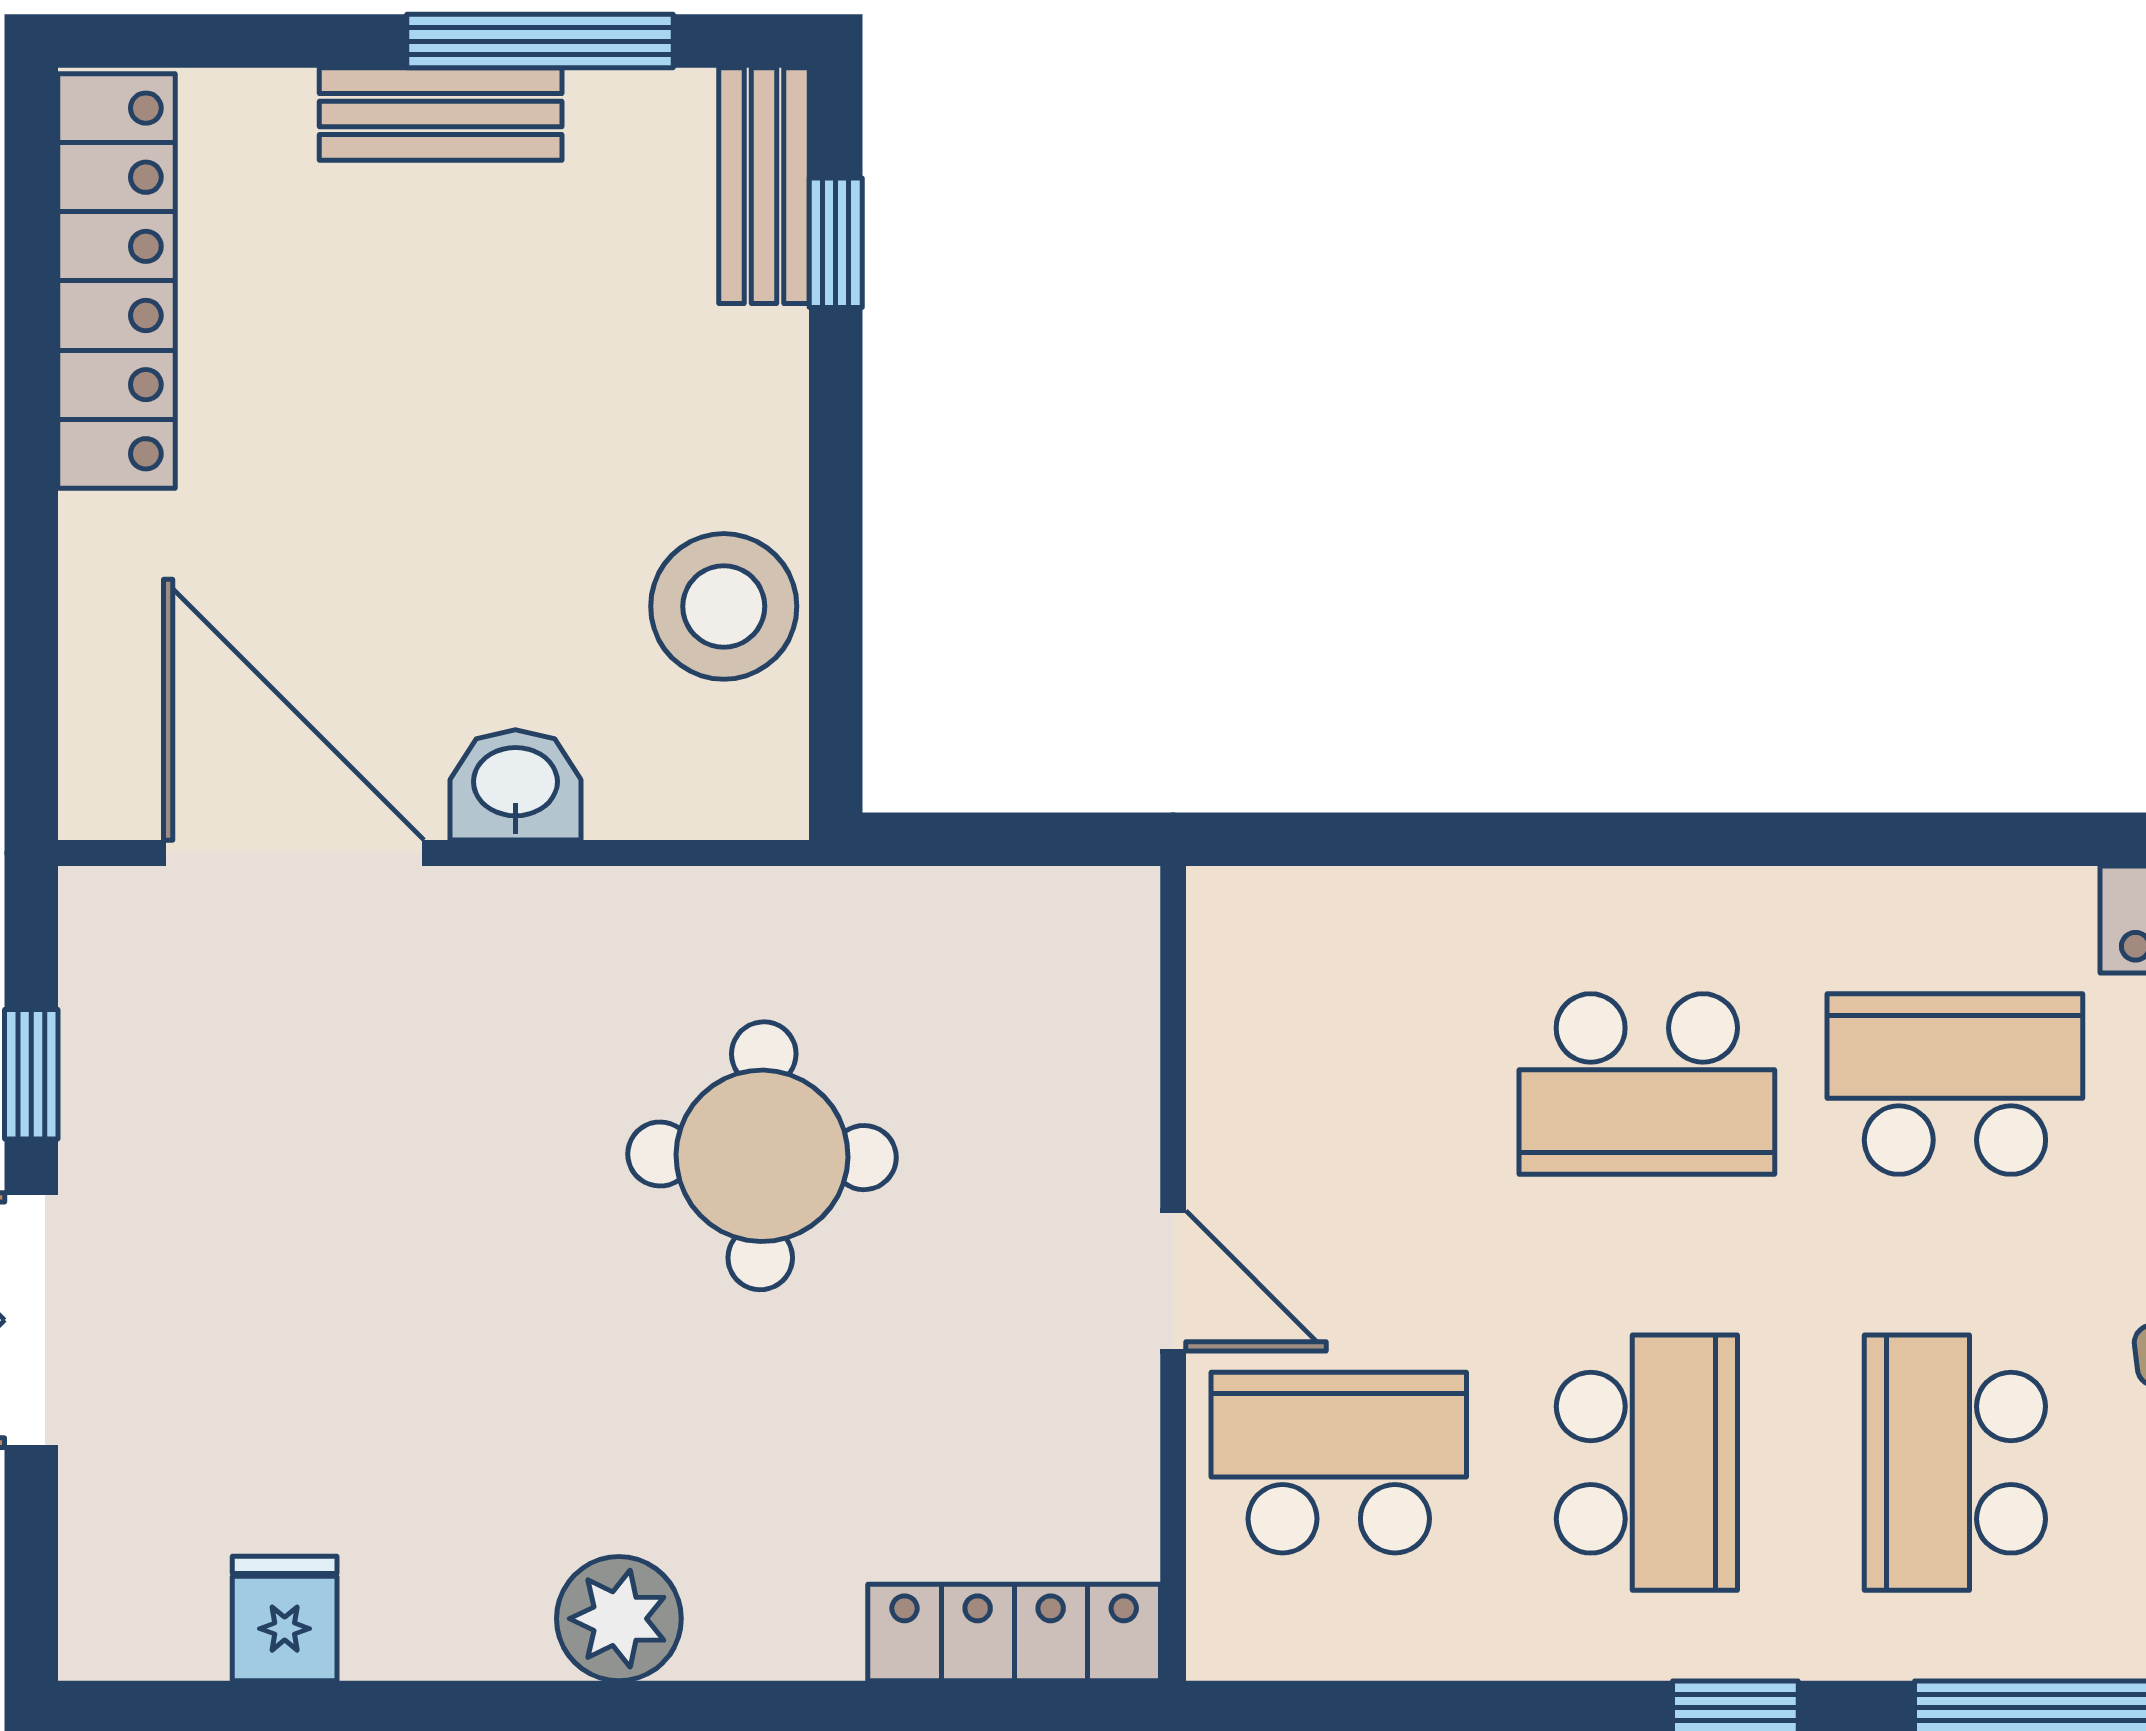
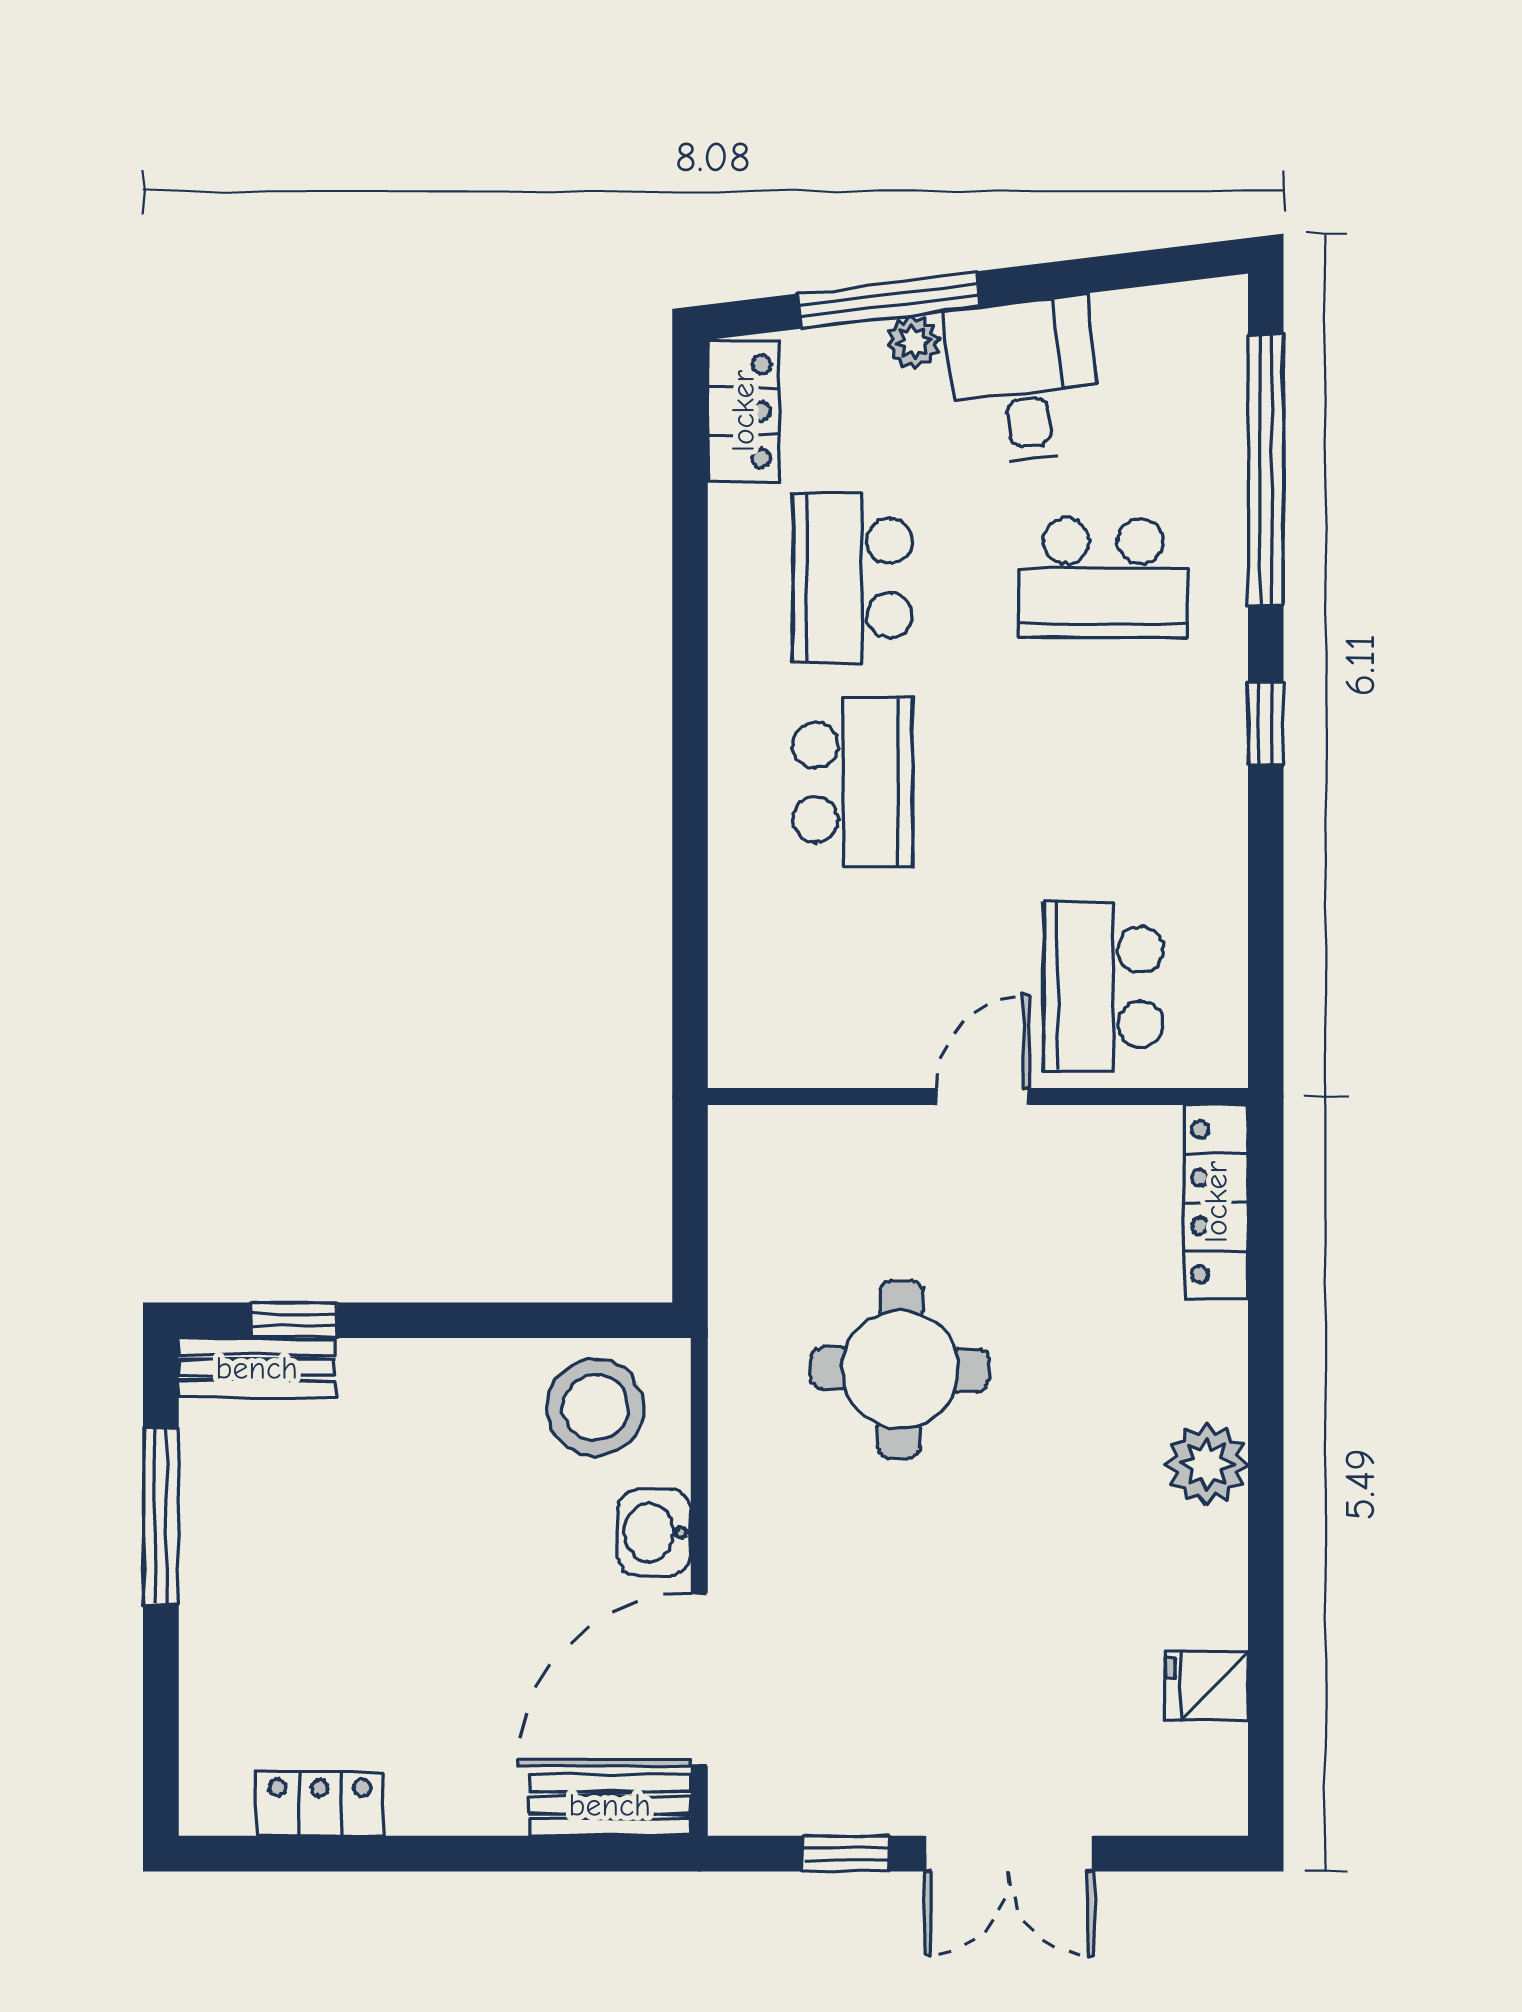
bench: (441, 114) -> (610, 1805), moved, turned 90
locker: (116, 281) -> (320, 1804), width x0.46, depth x0.83
stool: (724, 606) -> (595, 1407), moved
school desk: (1647, 1463) -> (1103, 782), removed

